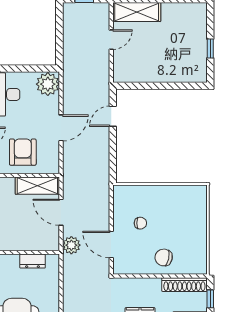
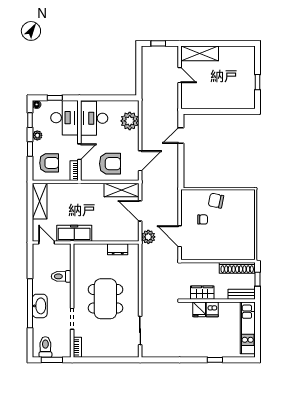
door: (111, 40) -> (180, 75), hinge flipped
plant: (48, 84) -> (130, 121), moved
door: (61, 128) -> (140, 161), moved
armchair: (23, 152) -> (110, 164), turned 90
chair: (164, 257) -> (216, 201), moved

